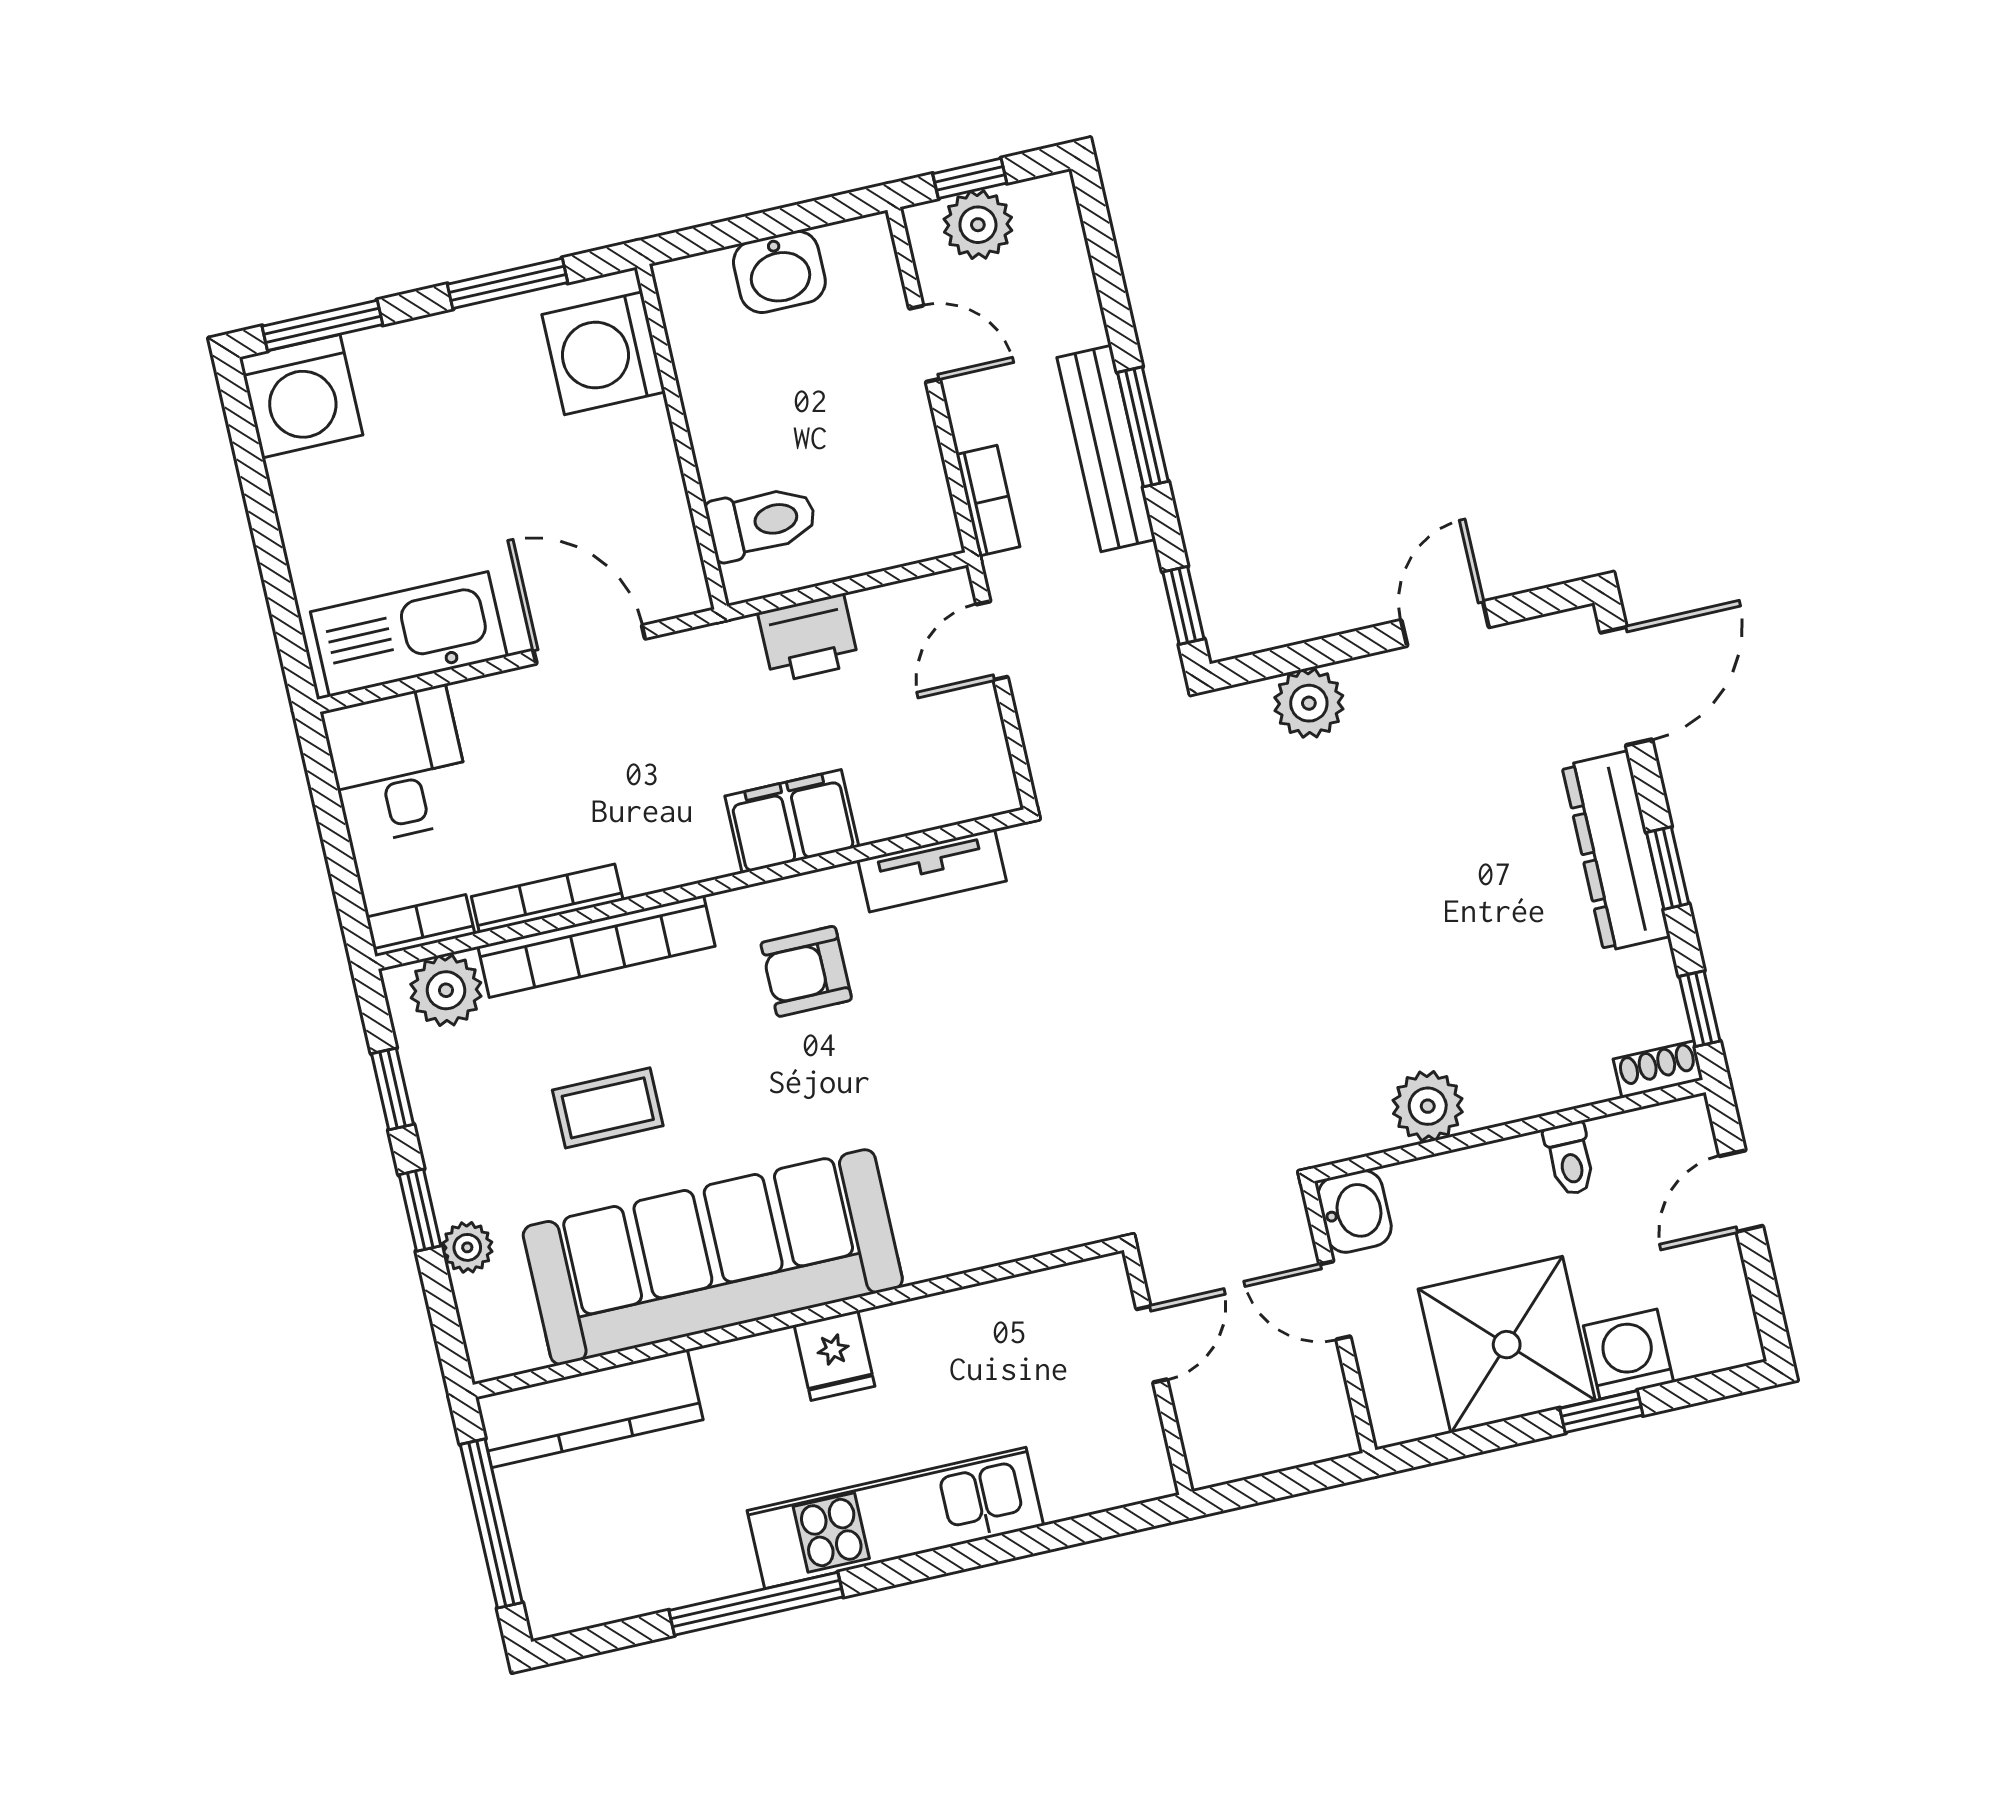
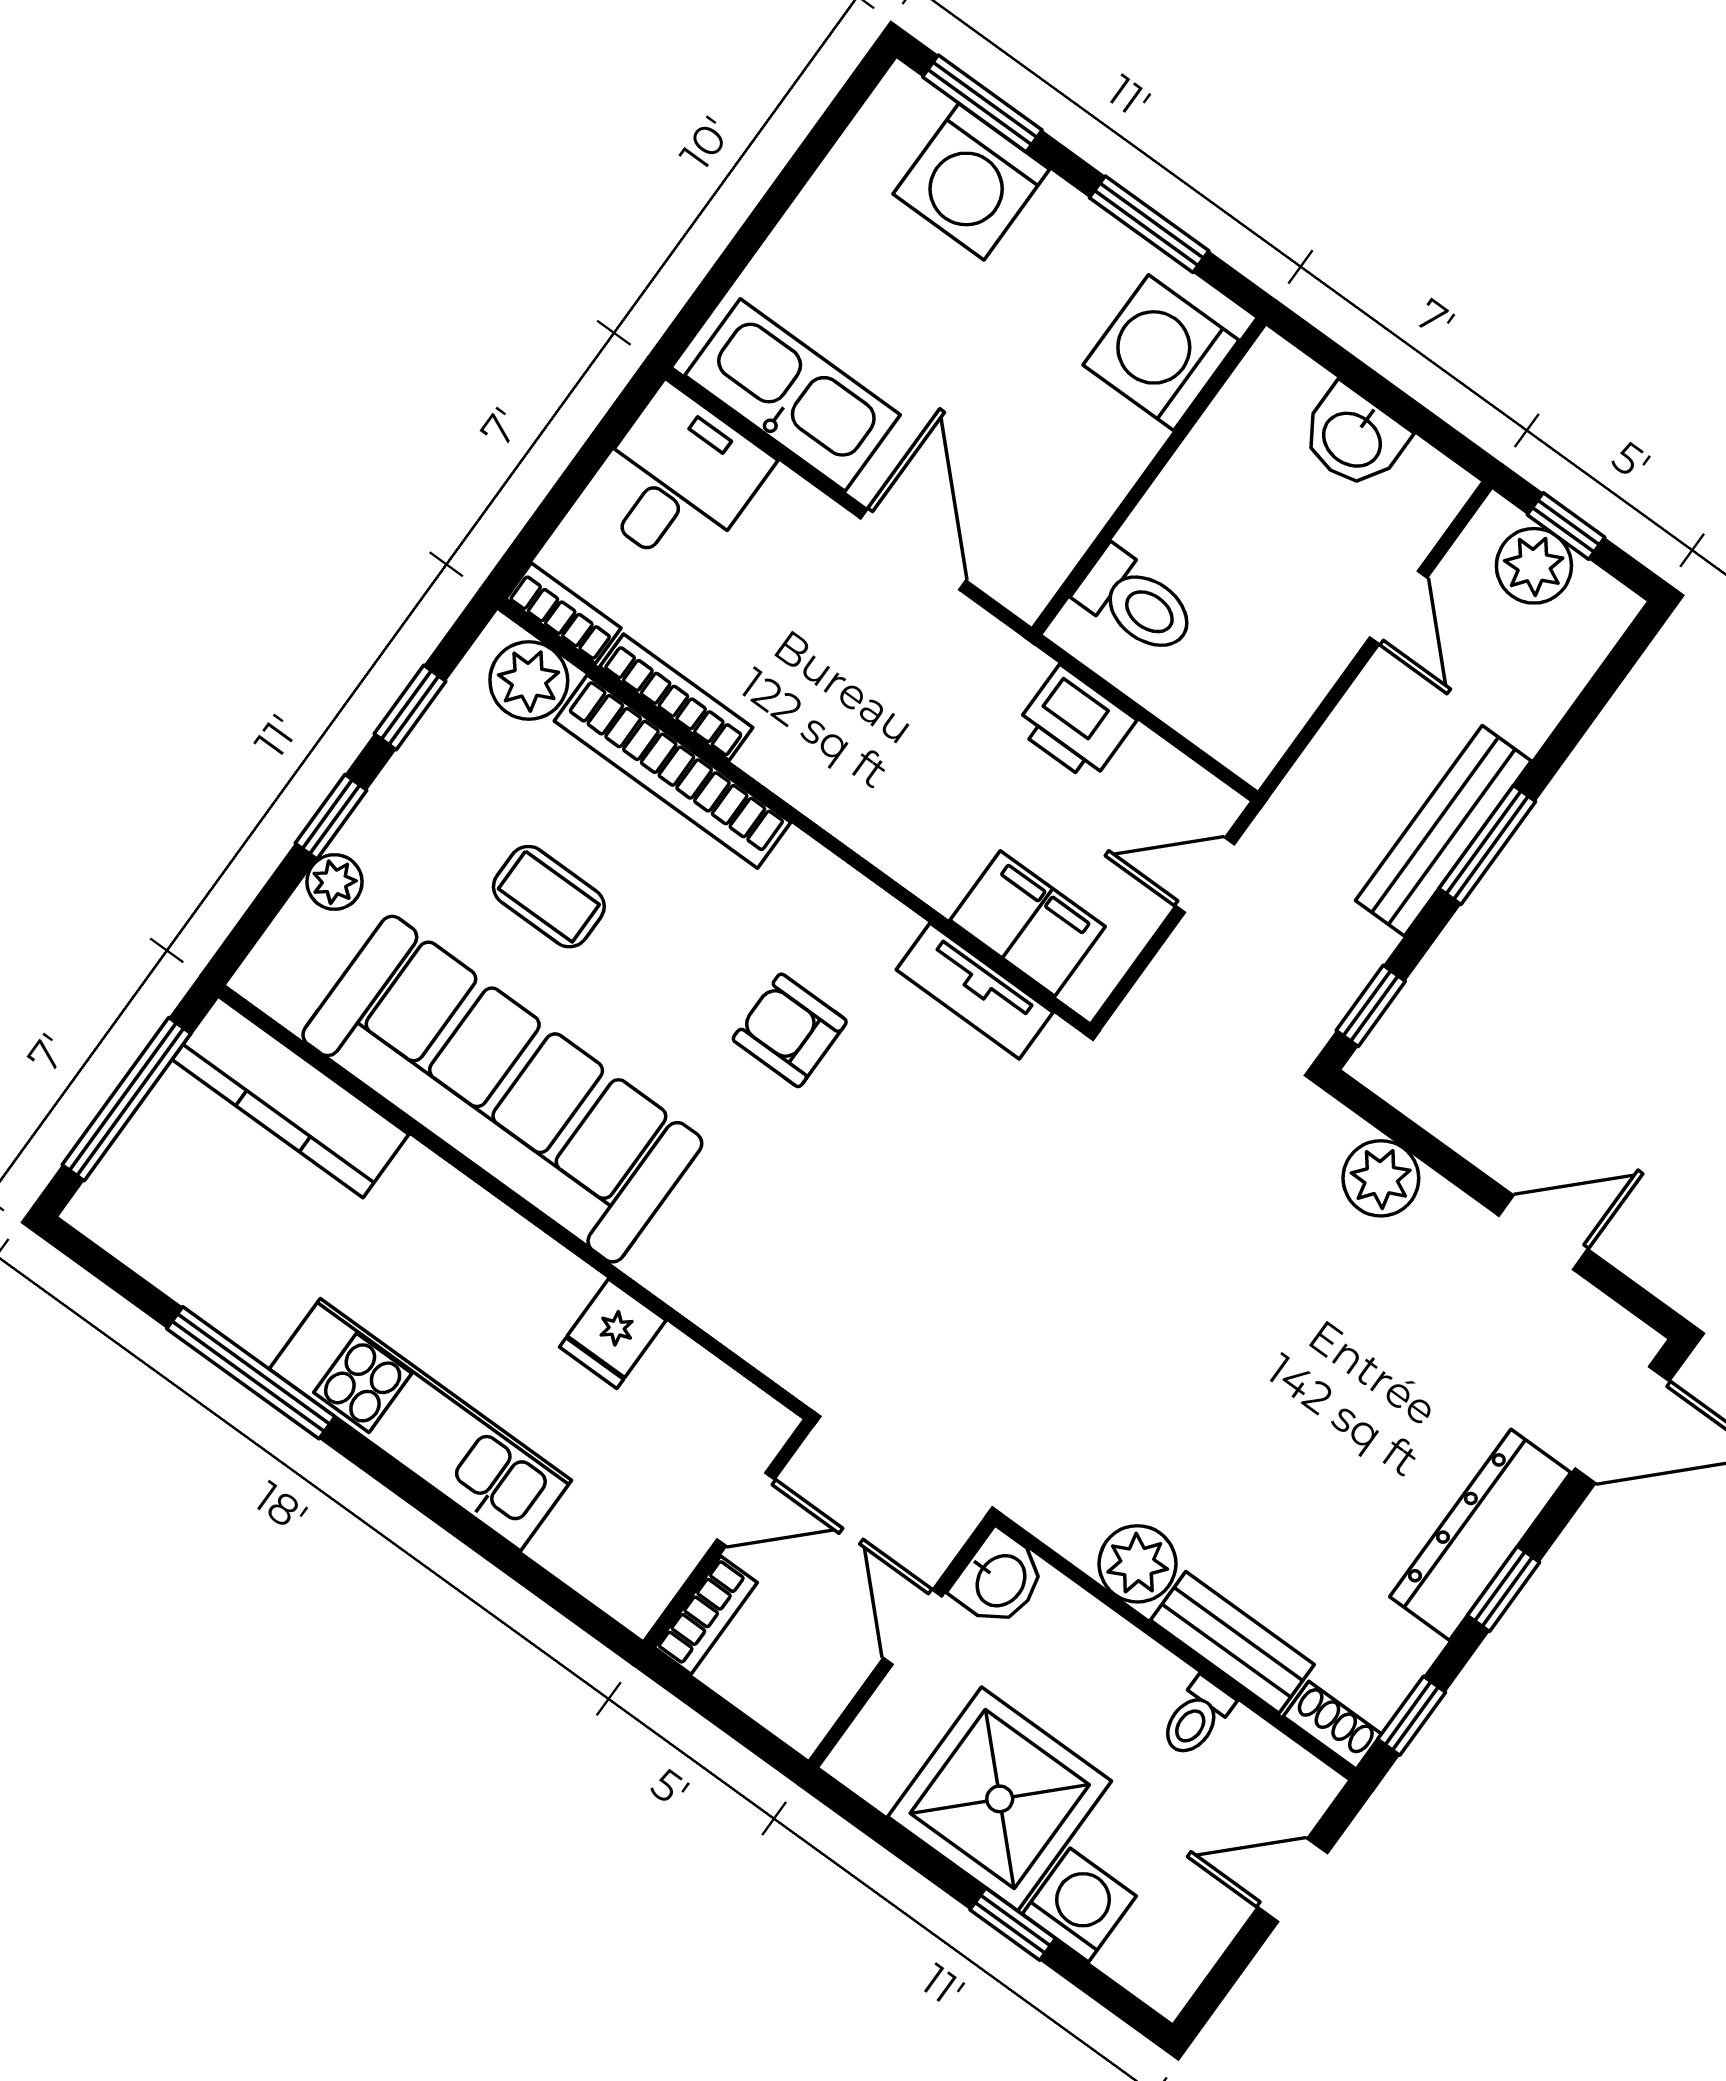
washing machine: (301, 396) -> (971, 182), moved
bookcase: (988, 501) -> (706, 1615), moved
filing cabinet: (792, 821) -> (1028, 923), moved
armchair: (806, 971) -> (790, 1030), moved
bench: (1540, 1088) -> (1232, 1642), added
fridge: (834, 1356) -> (613, 1334), moved

